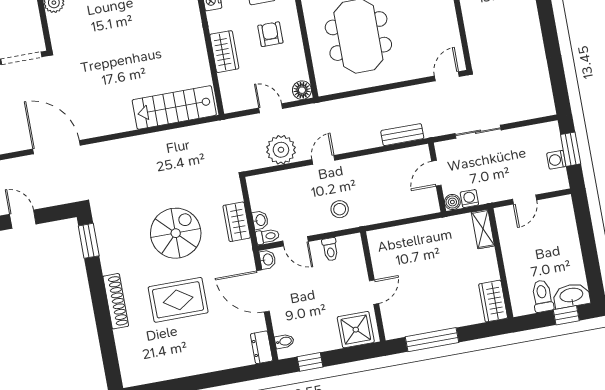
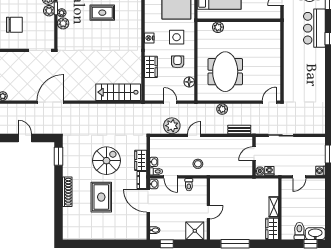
floor lamp: (302, 90) -> (189, 82), moved
plant: (365, 104) -> (222, 109), added
door: (56, 147) -> (50, 102), hinge flipped
washing machine: (556, 160) -> (320, 171), moved
shelving: (483, 229) -> (274, 207), moved
rug: (178, 300) -> (101, 197), turned 90
dresser: (262, 347) -> (142, 180), moved

